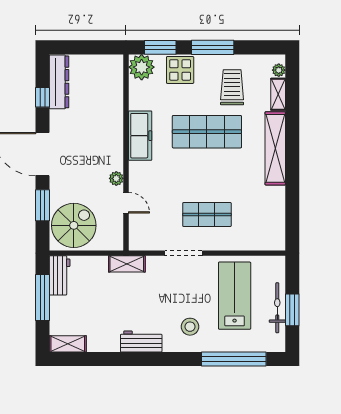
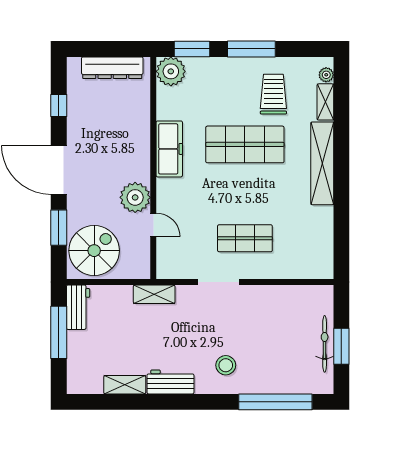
display table: (180, 70) -> (214, 75), removed
dresser: (59, 82) -> (112, 68), moved, turned 90
plant: (116, 178) -> (135, 197), width x1.87, depth x1.87
lab bench: (235, 296) -> (276, 330), removed
shelving: (68, 344) -> (125, 385), moved

